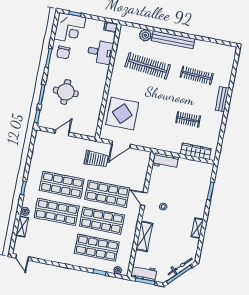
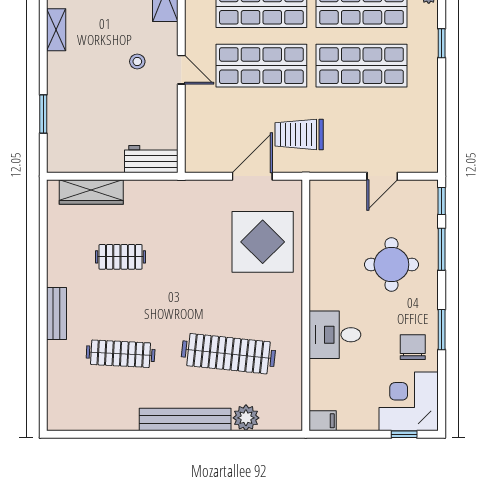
desk: (100, 52) -> (335, 335), moved

